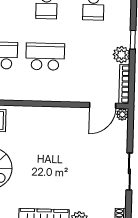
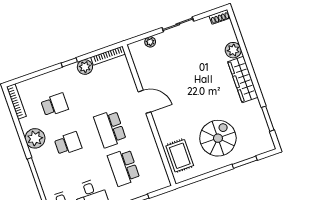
door: (103, 105) -> (145, 102), moved
plant: (122, 114) -> (150, 42), moved

